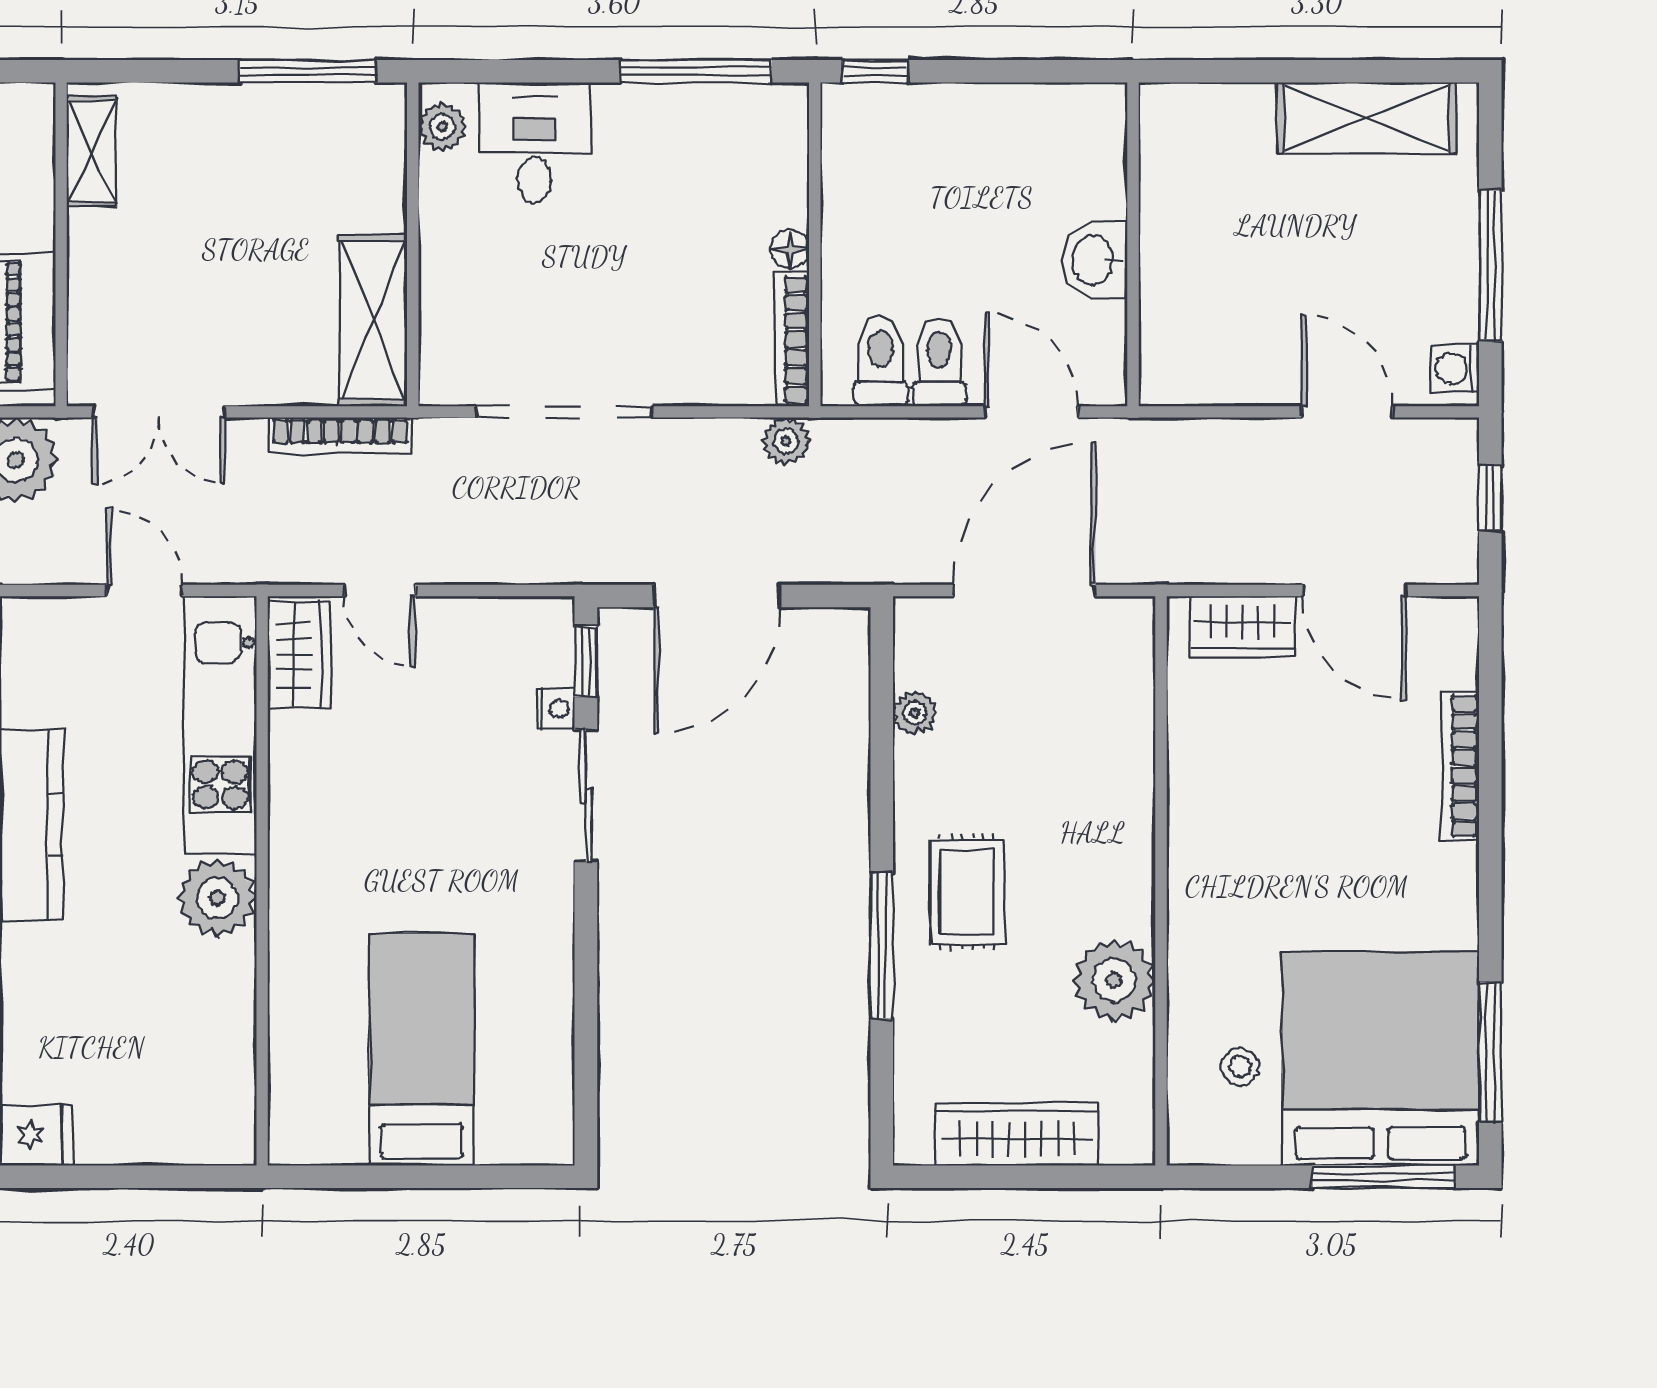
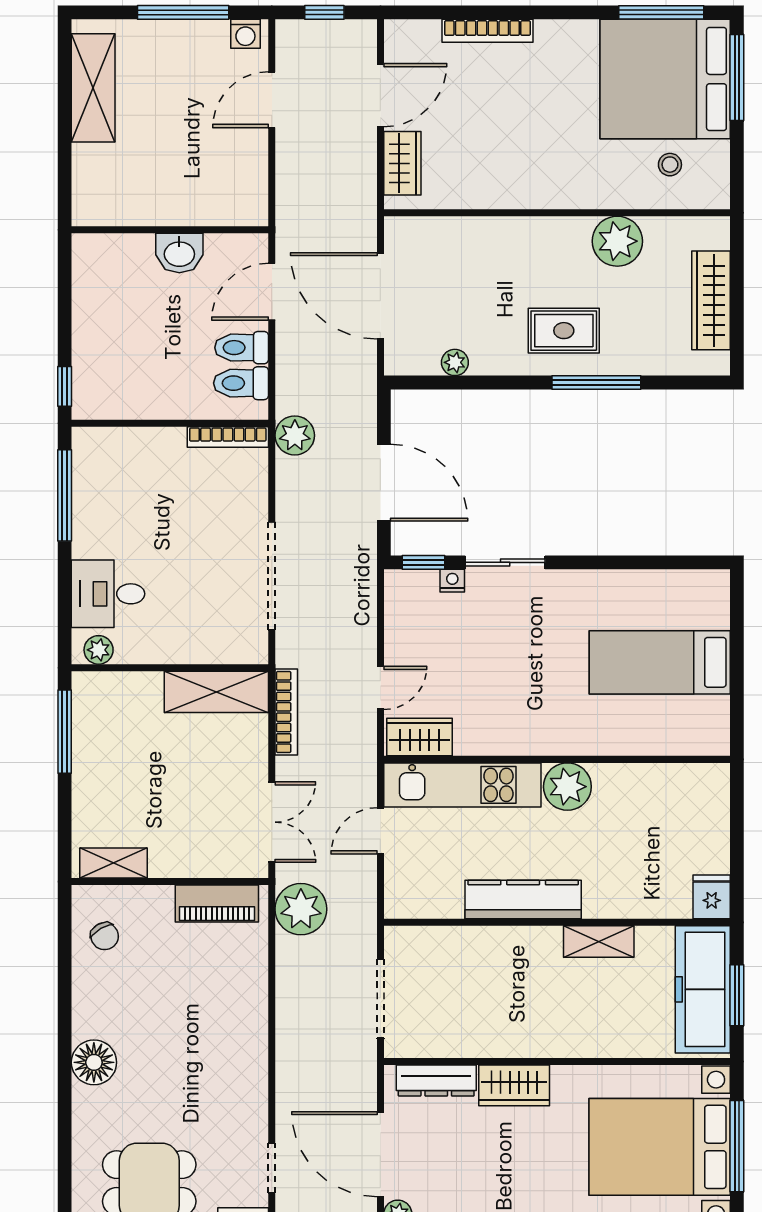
floor lamp: (790, 249) -> (173, 438), removed
plant: (786, 441) -> (295, 435), width x1.38, depth x1.38

